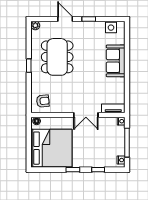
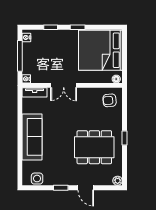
dining table: (57, 57) -> (94, 147), turned 90
sofa: (116, 61) -> (32, 137), width x1.36
double door: (86, 115) -> (64, 85), swing flipped

